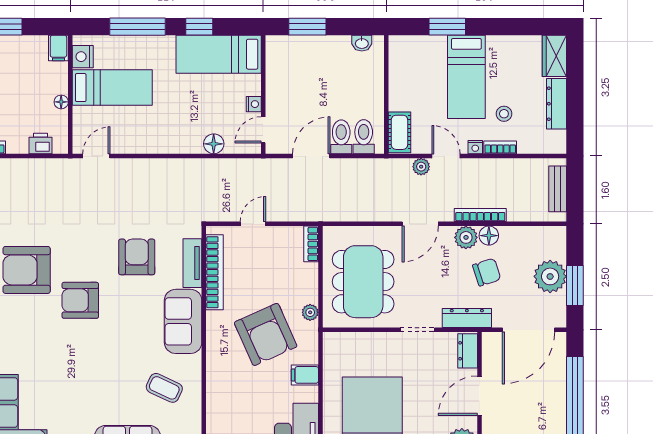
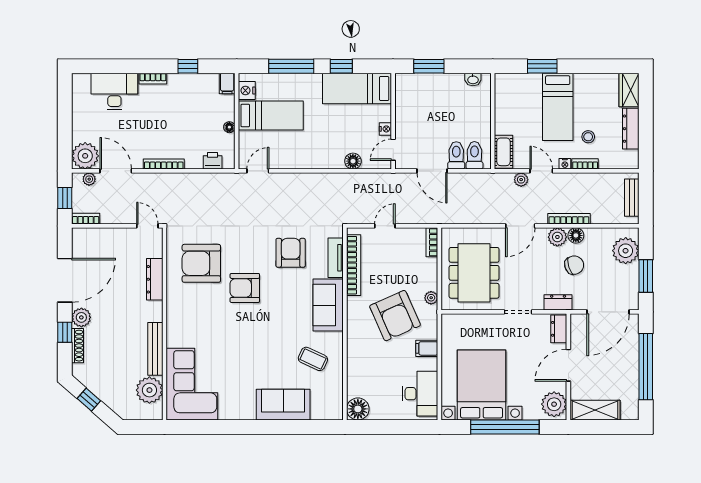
door: (311, 156) -> (432, 171), swing flipped
plant: (550, 276) -> (626, 251), moved
dresser: (467, 318) -> (558, 302), width x0.70

